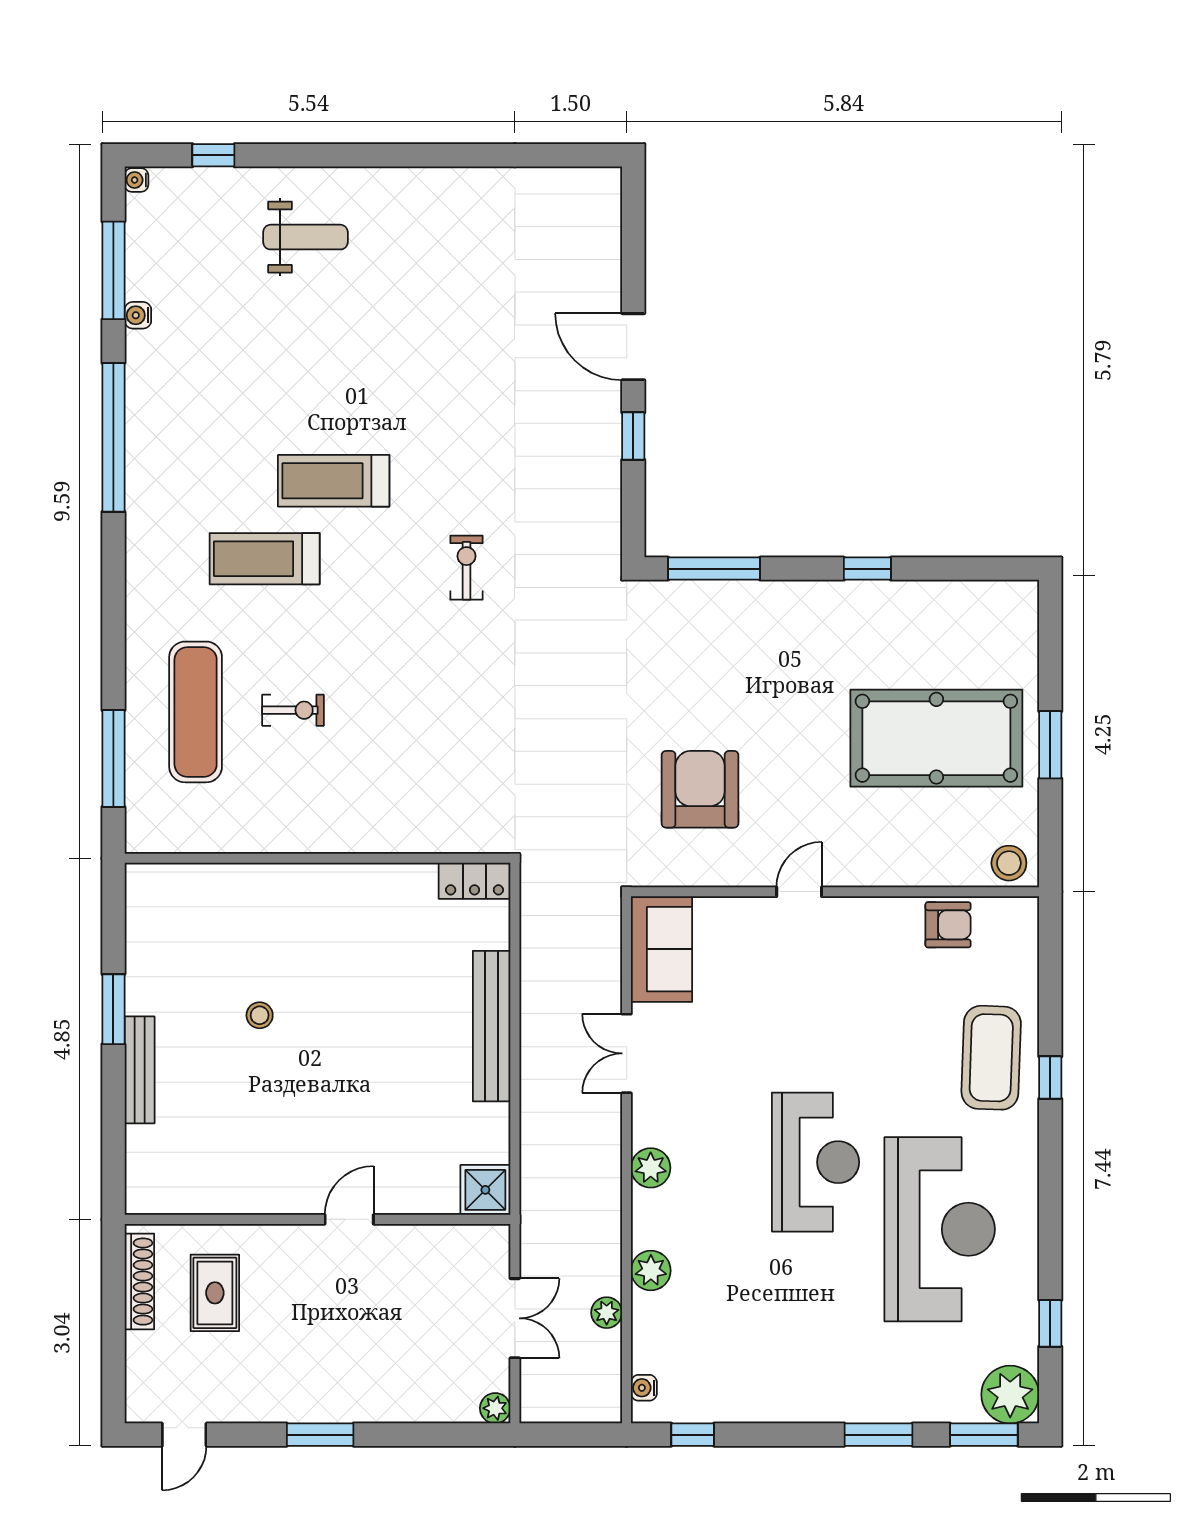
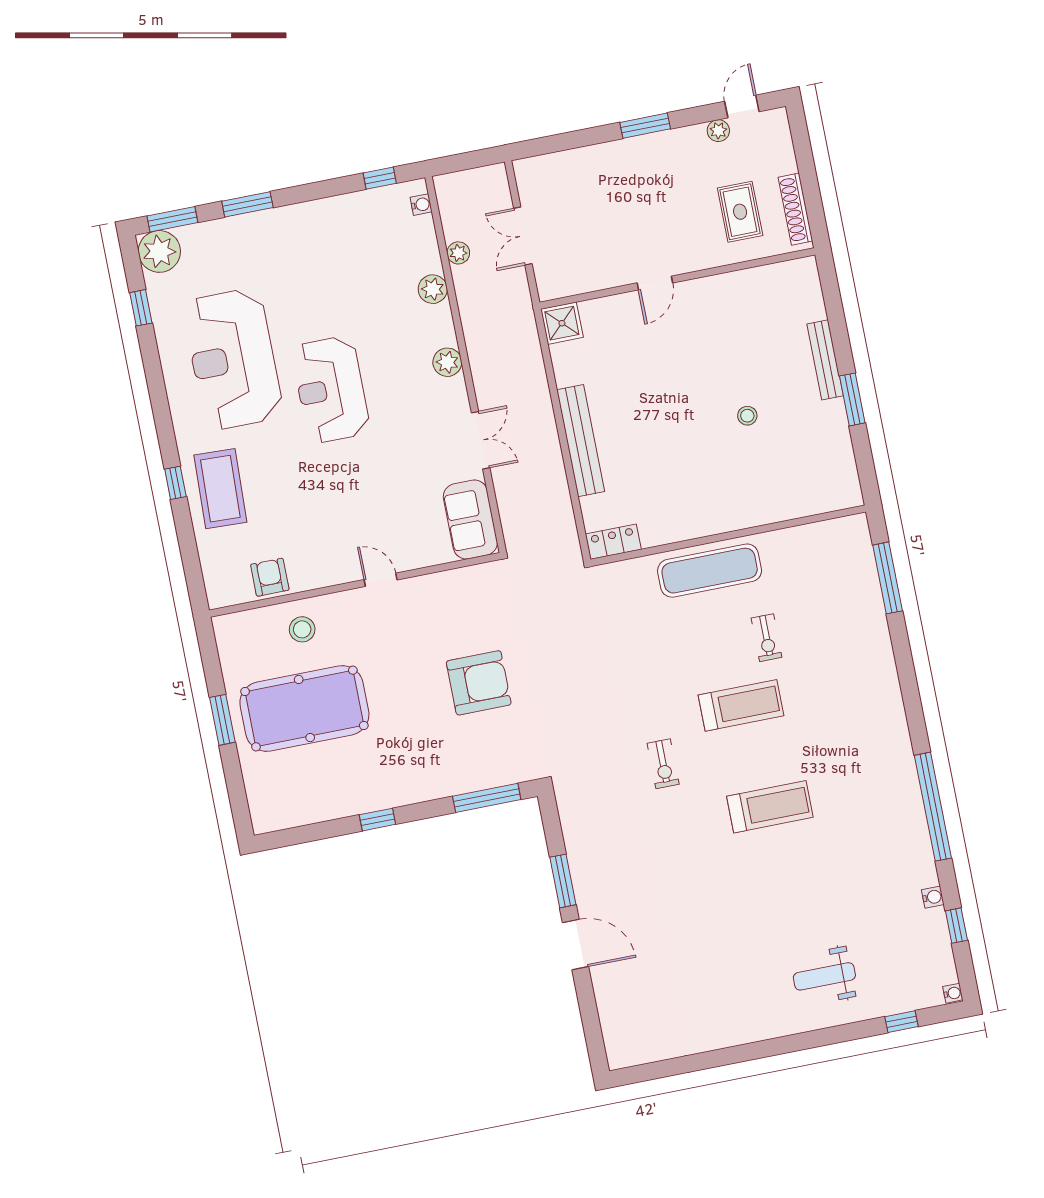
window: (113, 270) -> (956, 926), width x0.46
window: (633, 436) -> (563, 881), width x1.50
treadmill: (265, 559) -> (741, 705), moved
exercise bike: (293, 710) -> (767, 638), turned -90
exercise mat: (196, 712) -> (710, 571), moved, turned 90
armchair: (700, 789) -> (479, 683), moved, turned -90
stool: (1009, 863) -> (302, 629), moved
door: (799, 892) -> (381, 580), swing flipped
armchair: (948, 925) -> (270, 577), turned 90
plant: (495, 1408) -> (718, 131), moved

